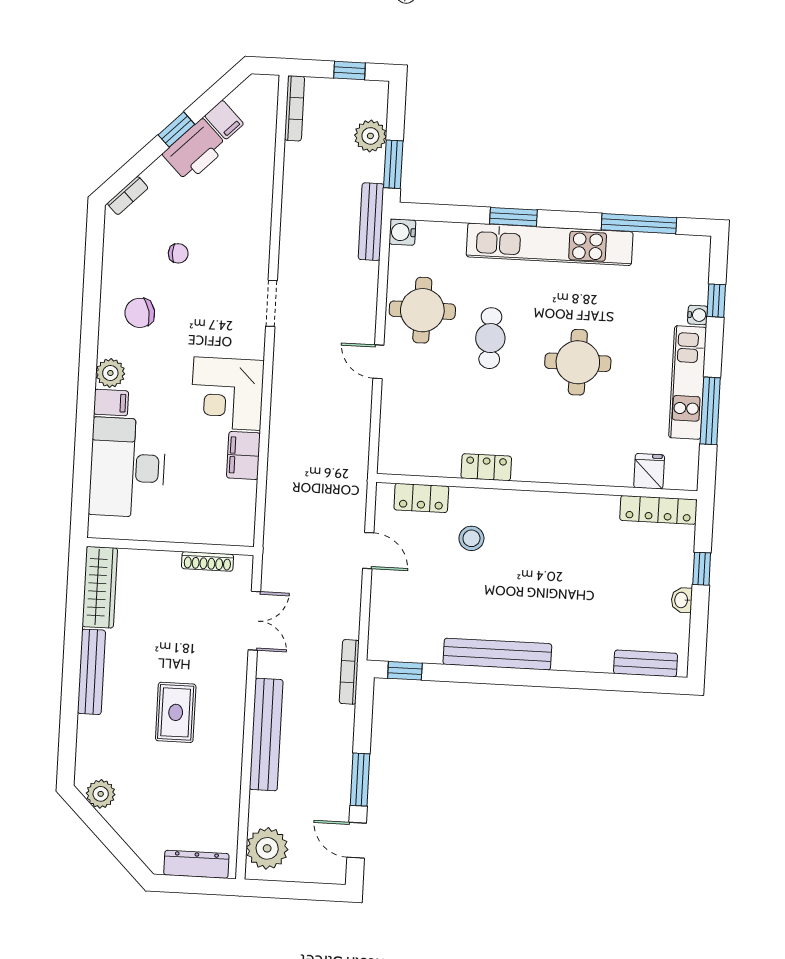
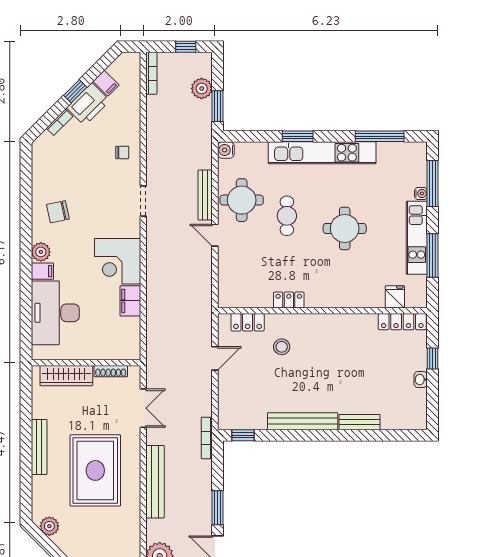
bookcase: (128, 196) -> (60, 122), moved
bench: (371, 222) -> (205, 195), moved
chair: (178, 253) -> (122, 152), moved
window: (716, 301) -> (432, 183), width x2.17
door: (368, 551) -> (215, 358), hinge flipped
wardrobe: (100, 587) -> (66, 376), moved, turned 90
bench: (646, 663) -> (359, 422), moved
rug: (176, 712) -> (95, 470), width x1.86, depth x2.06

